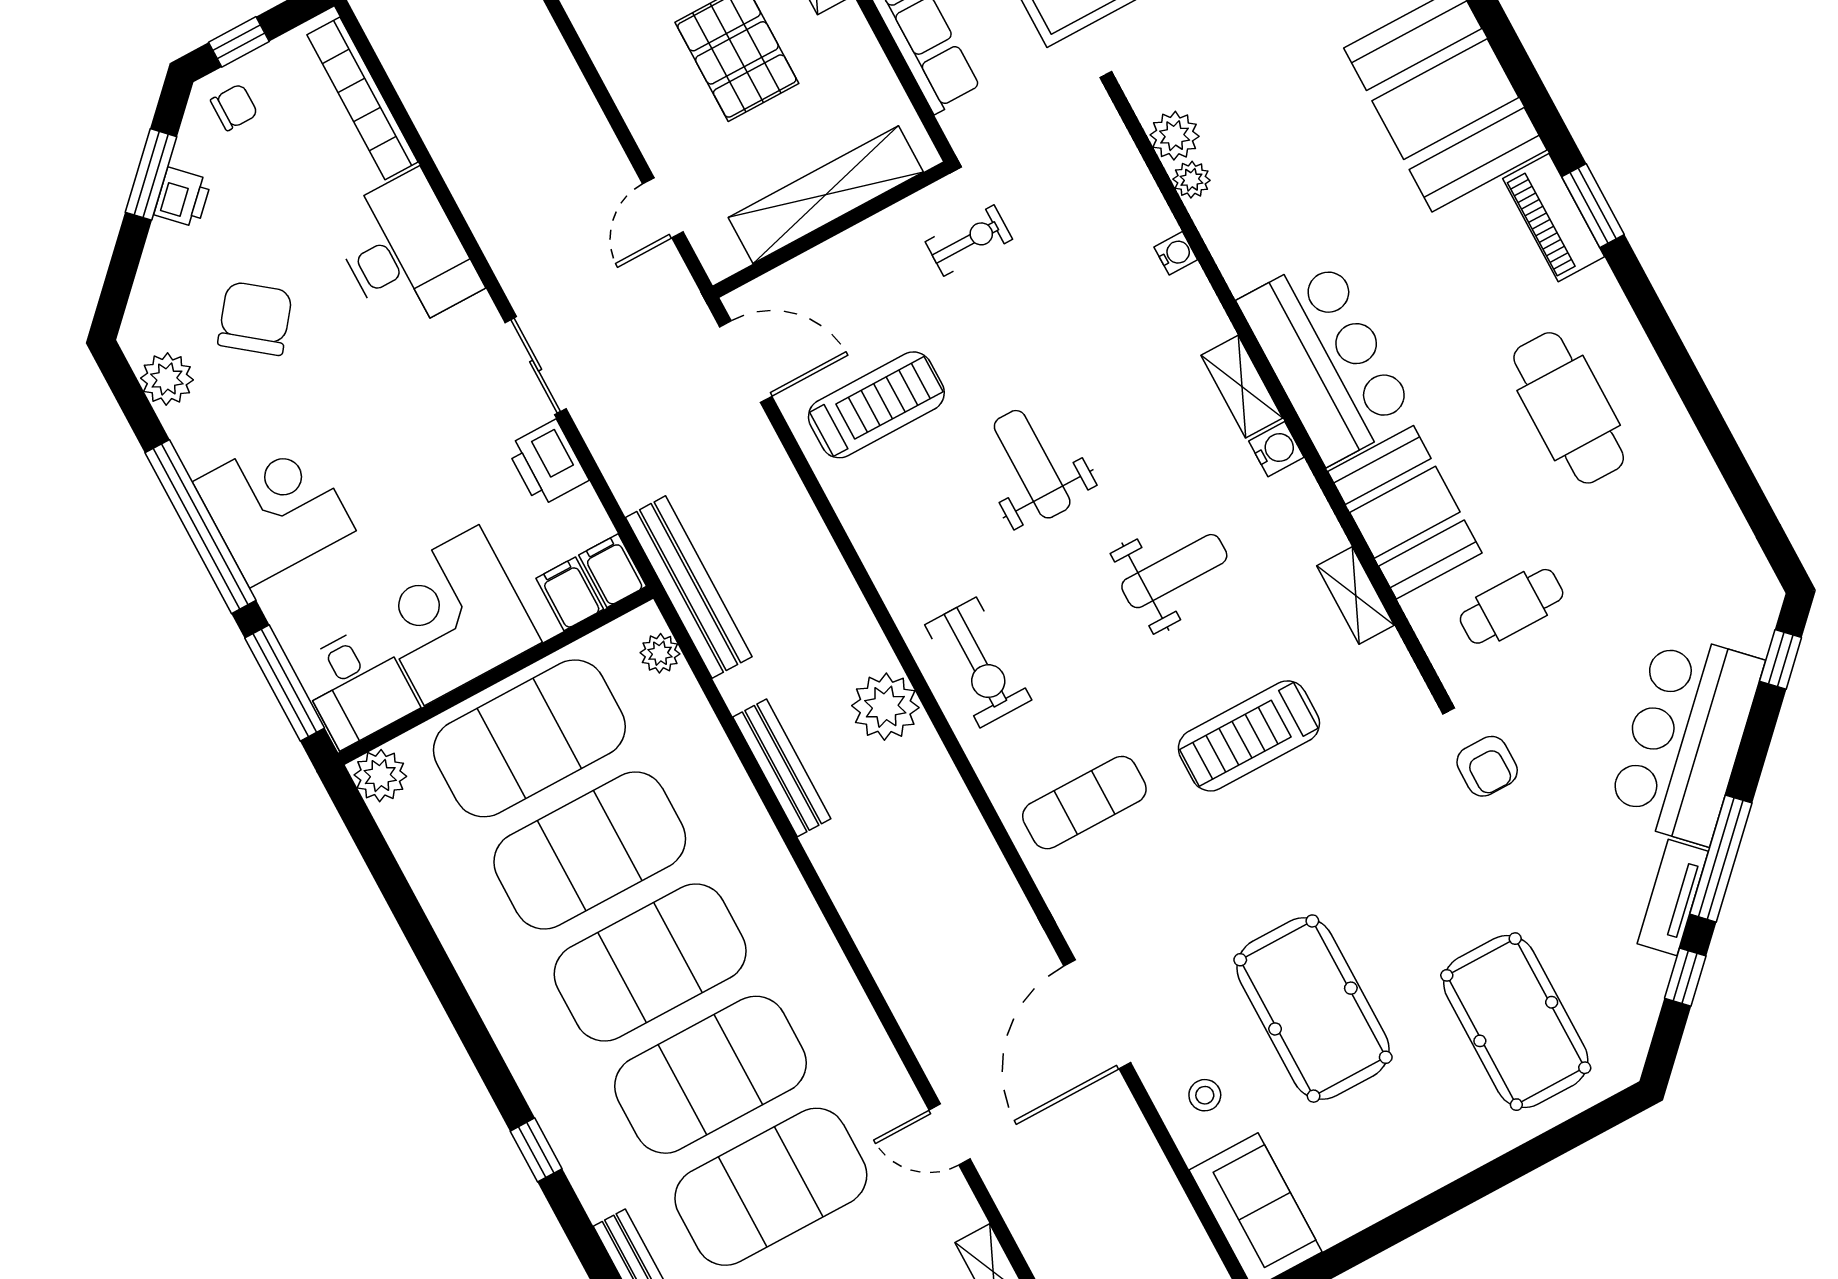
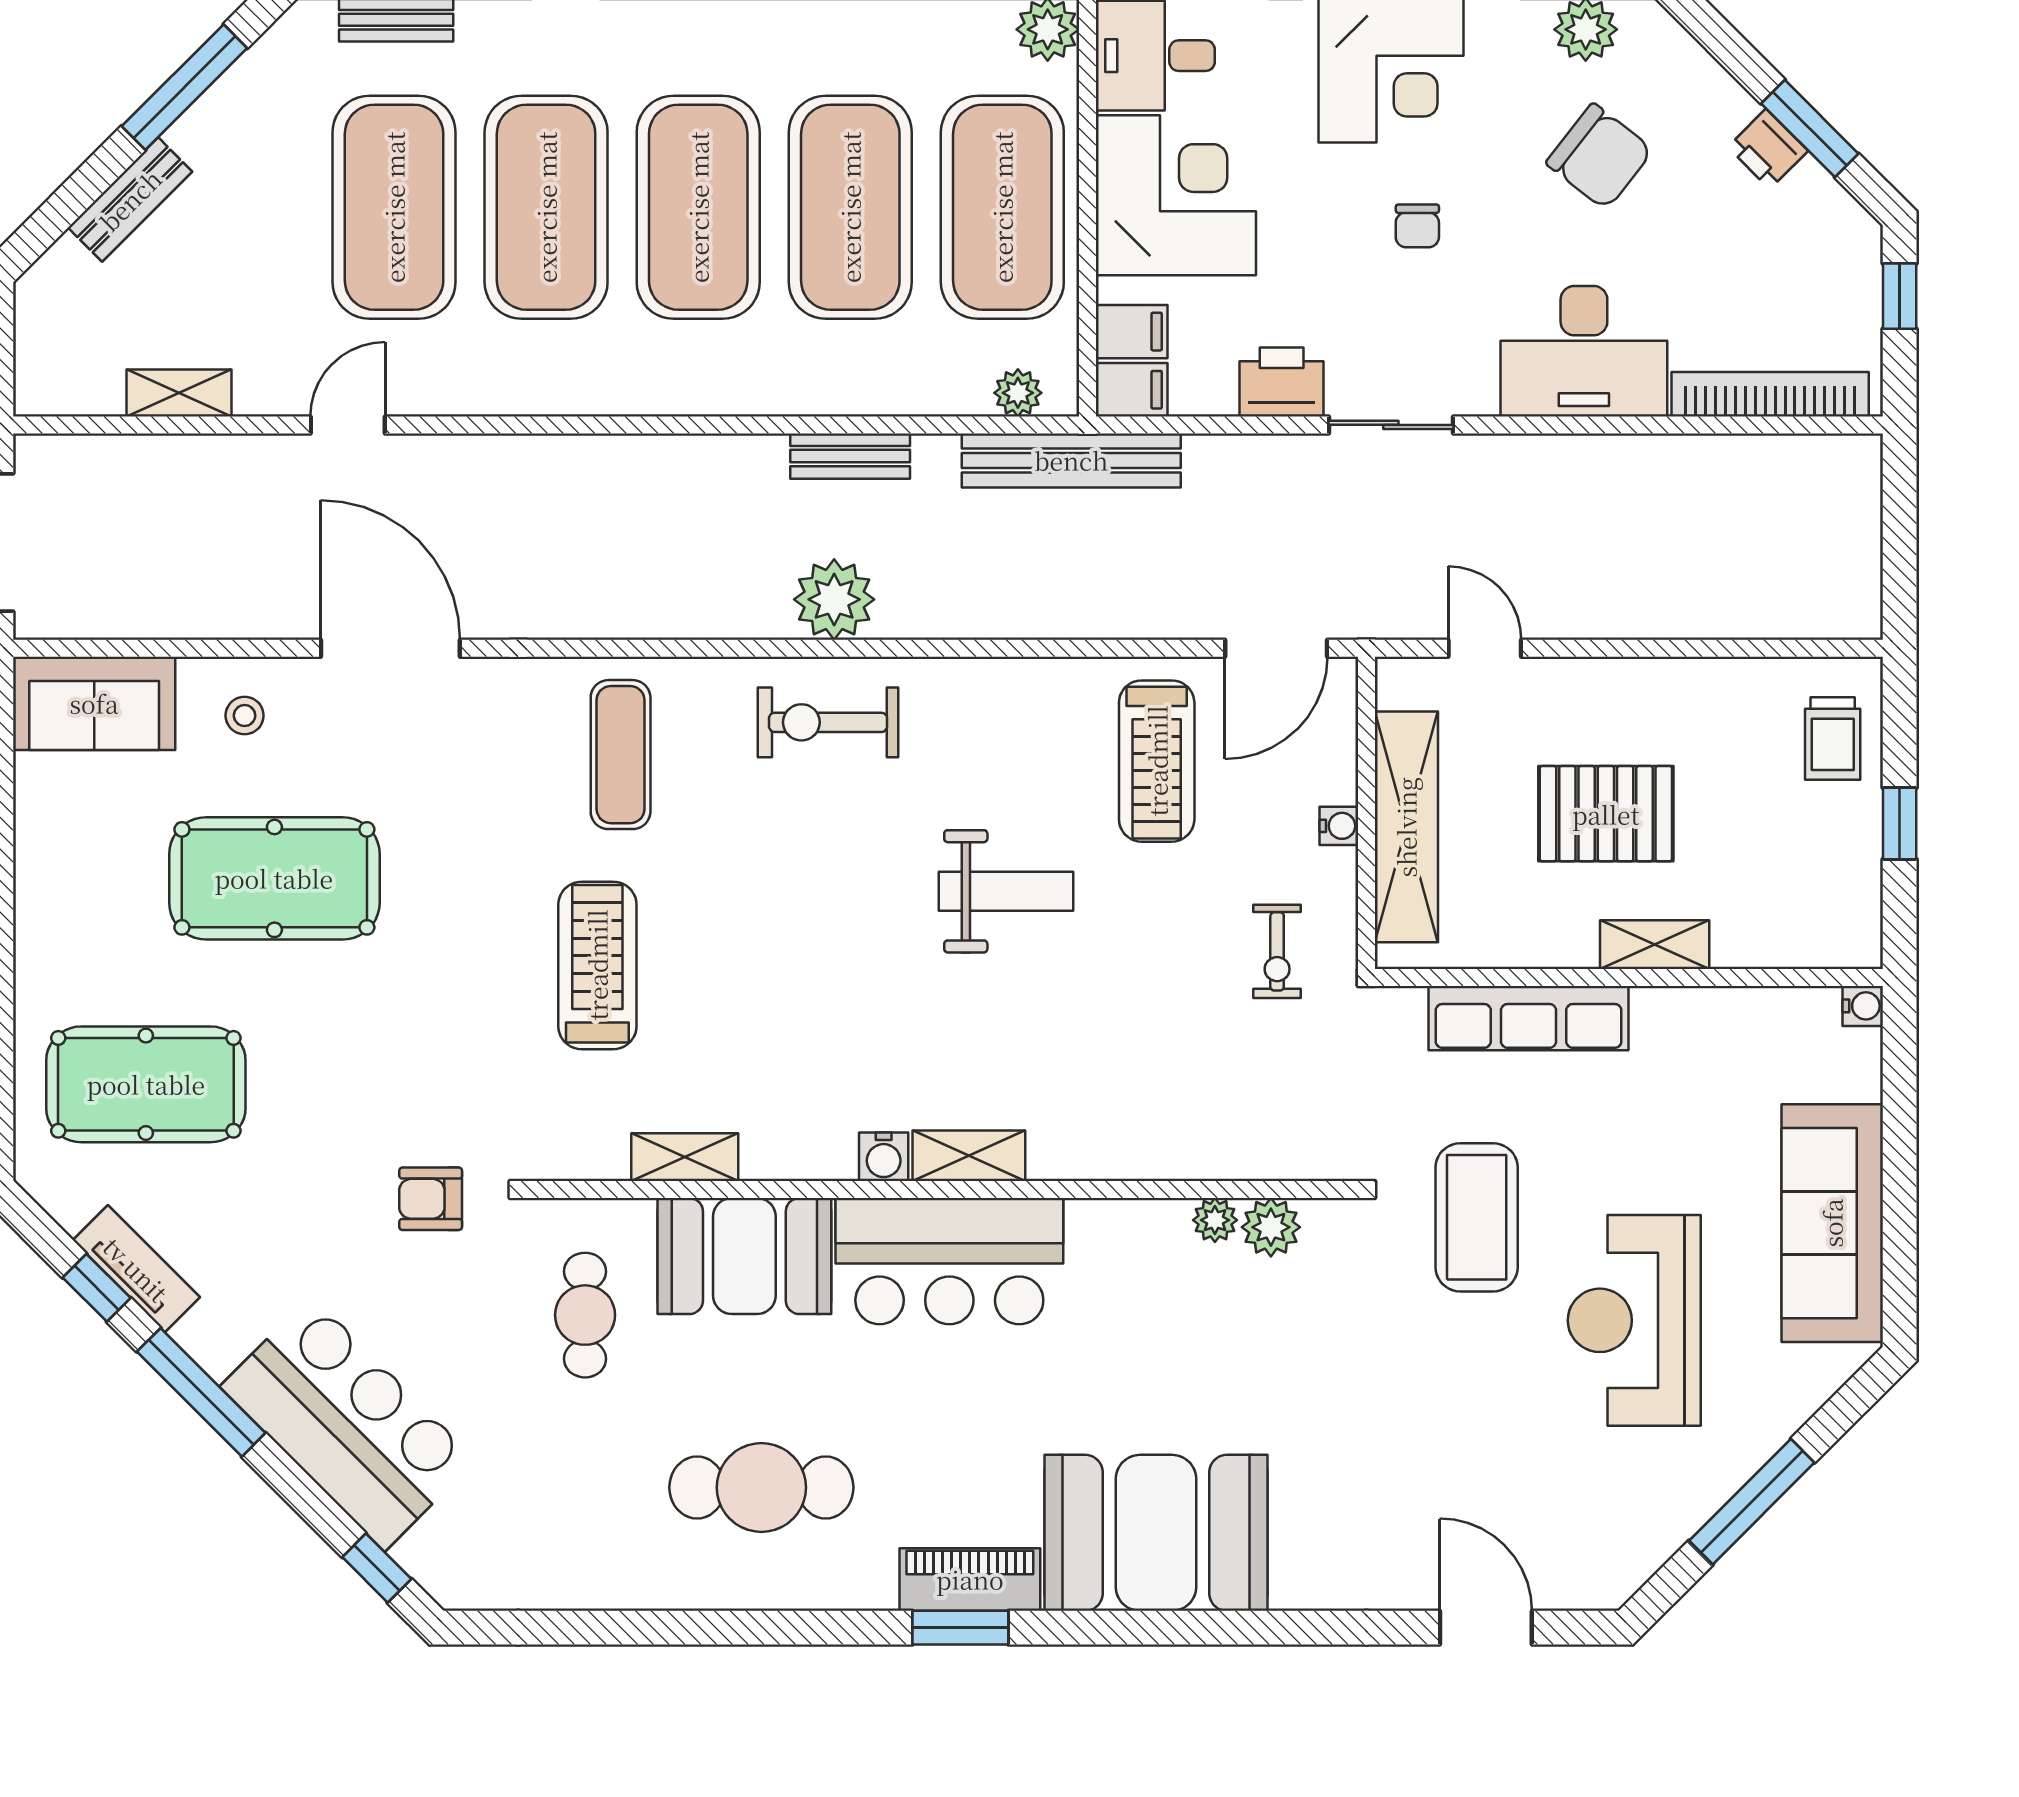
chair: (234, 107) -> (1417, 226), moved
water cooler: (1176, 253) -> (1339, 826), moved, turned -90
weight bench: (1174, 571) -> (813, 980), removed
bench: (782, 768) -> (850, 456), width x0.73
tv unit: (1673, 898) -> (136, 1269), moved

